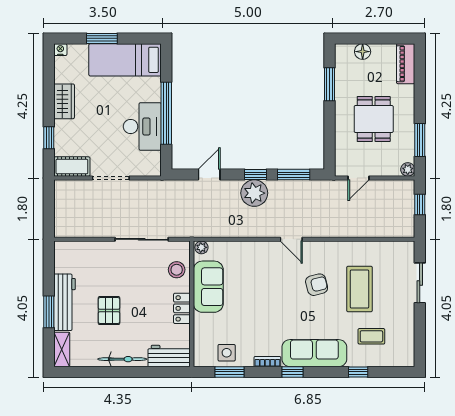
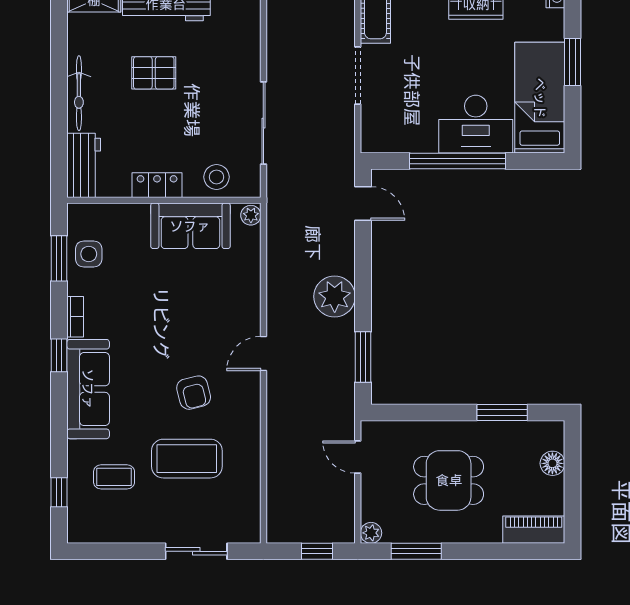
desk: (142, 126) -> (476, 124), moved
door: (209, 175) -> (363, 203), moved
window: (255, 175) -> (363, 298), removed
coffee table: (371, 336) -> (114, 477), turned 90
window: (358, 372) -> (59, 492), moved

